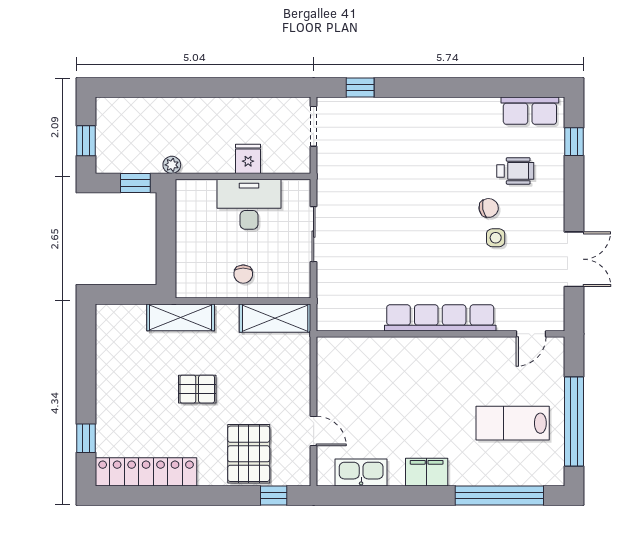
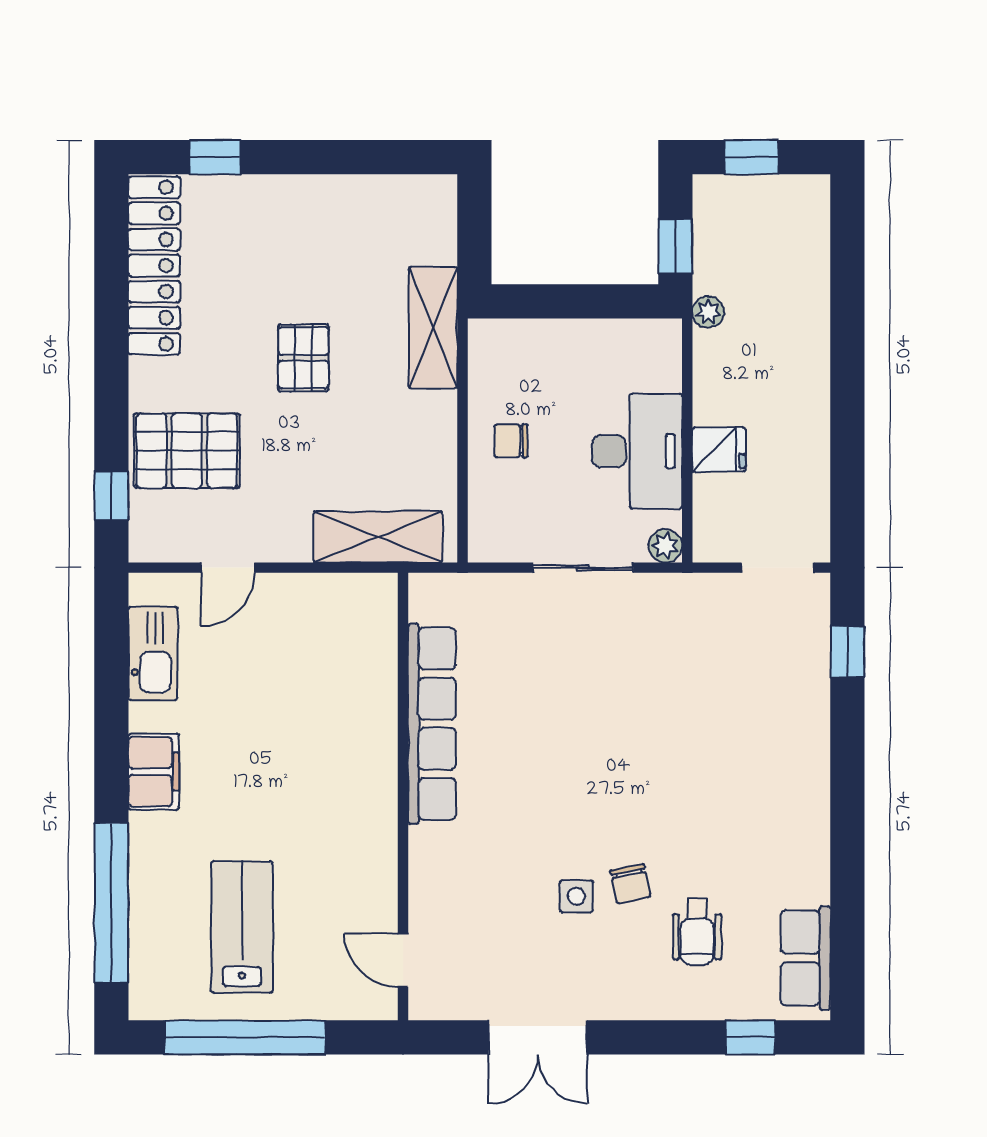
plant: (301, 189) -> (665, 546), added
shelving: (275, 318) -> (378, 537), moved, turned 90
row of seats: (440, 318) -> (432, 724), moved

